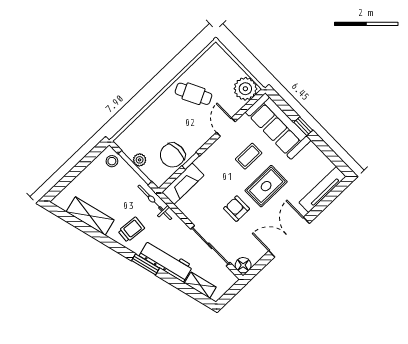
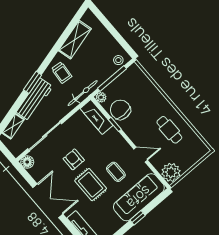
cafe table: (193, 94) -> (169, 130), turned -63
plant: (140, 160) -> (101, 97), moved
armchair: (237, 209) -> (74, 159), turned -90

